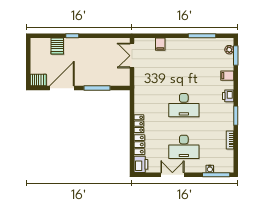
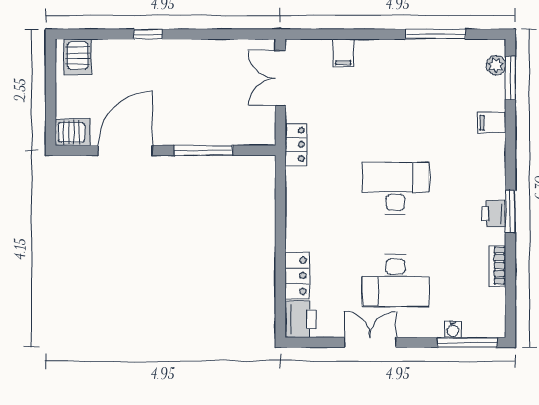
server rack: (57, 46) -> (78, 57), moved
printer: (228, 96) -> (494, 214), moved
desk: (184, 105) -> (395, 188), turned 180
locker: (139, 124) -> (296, 144), moved

